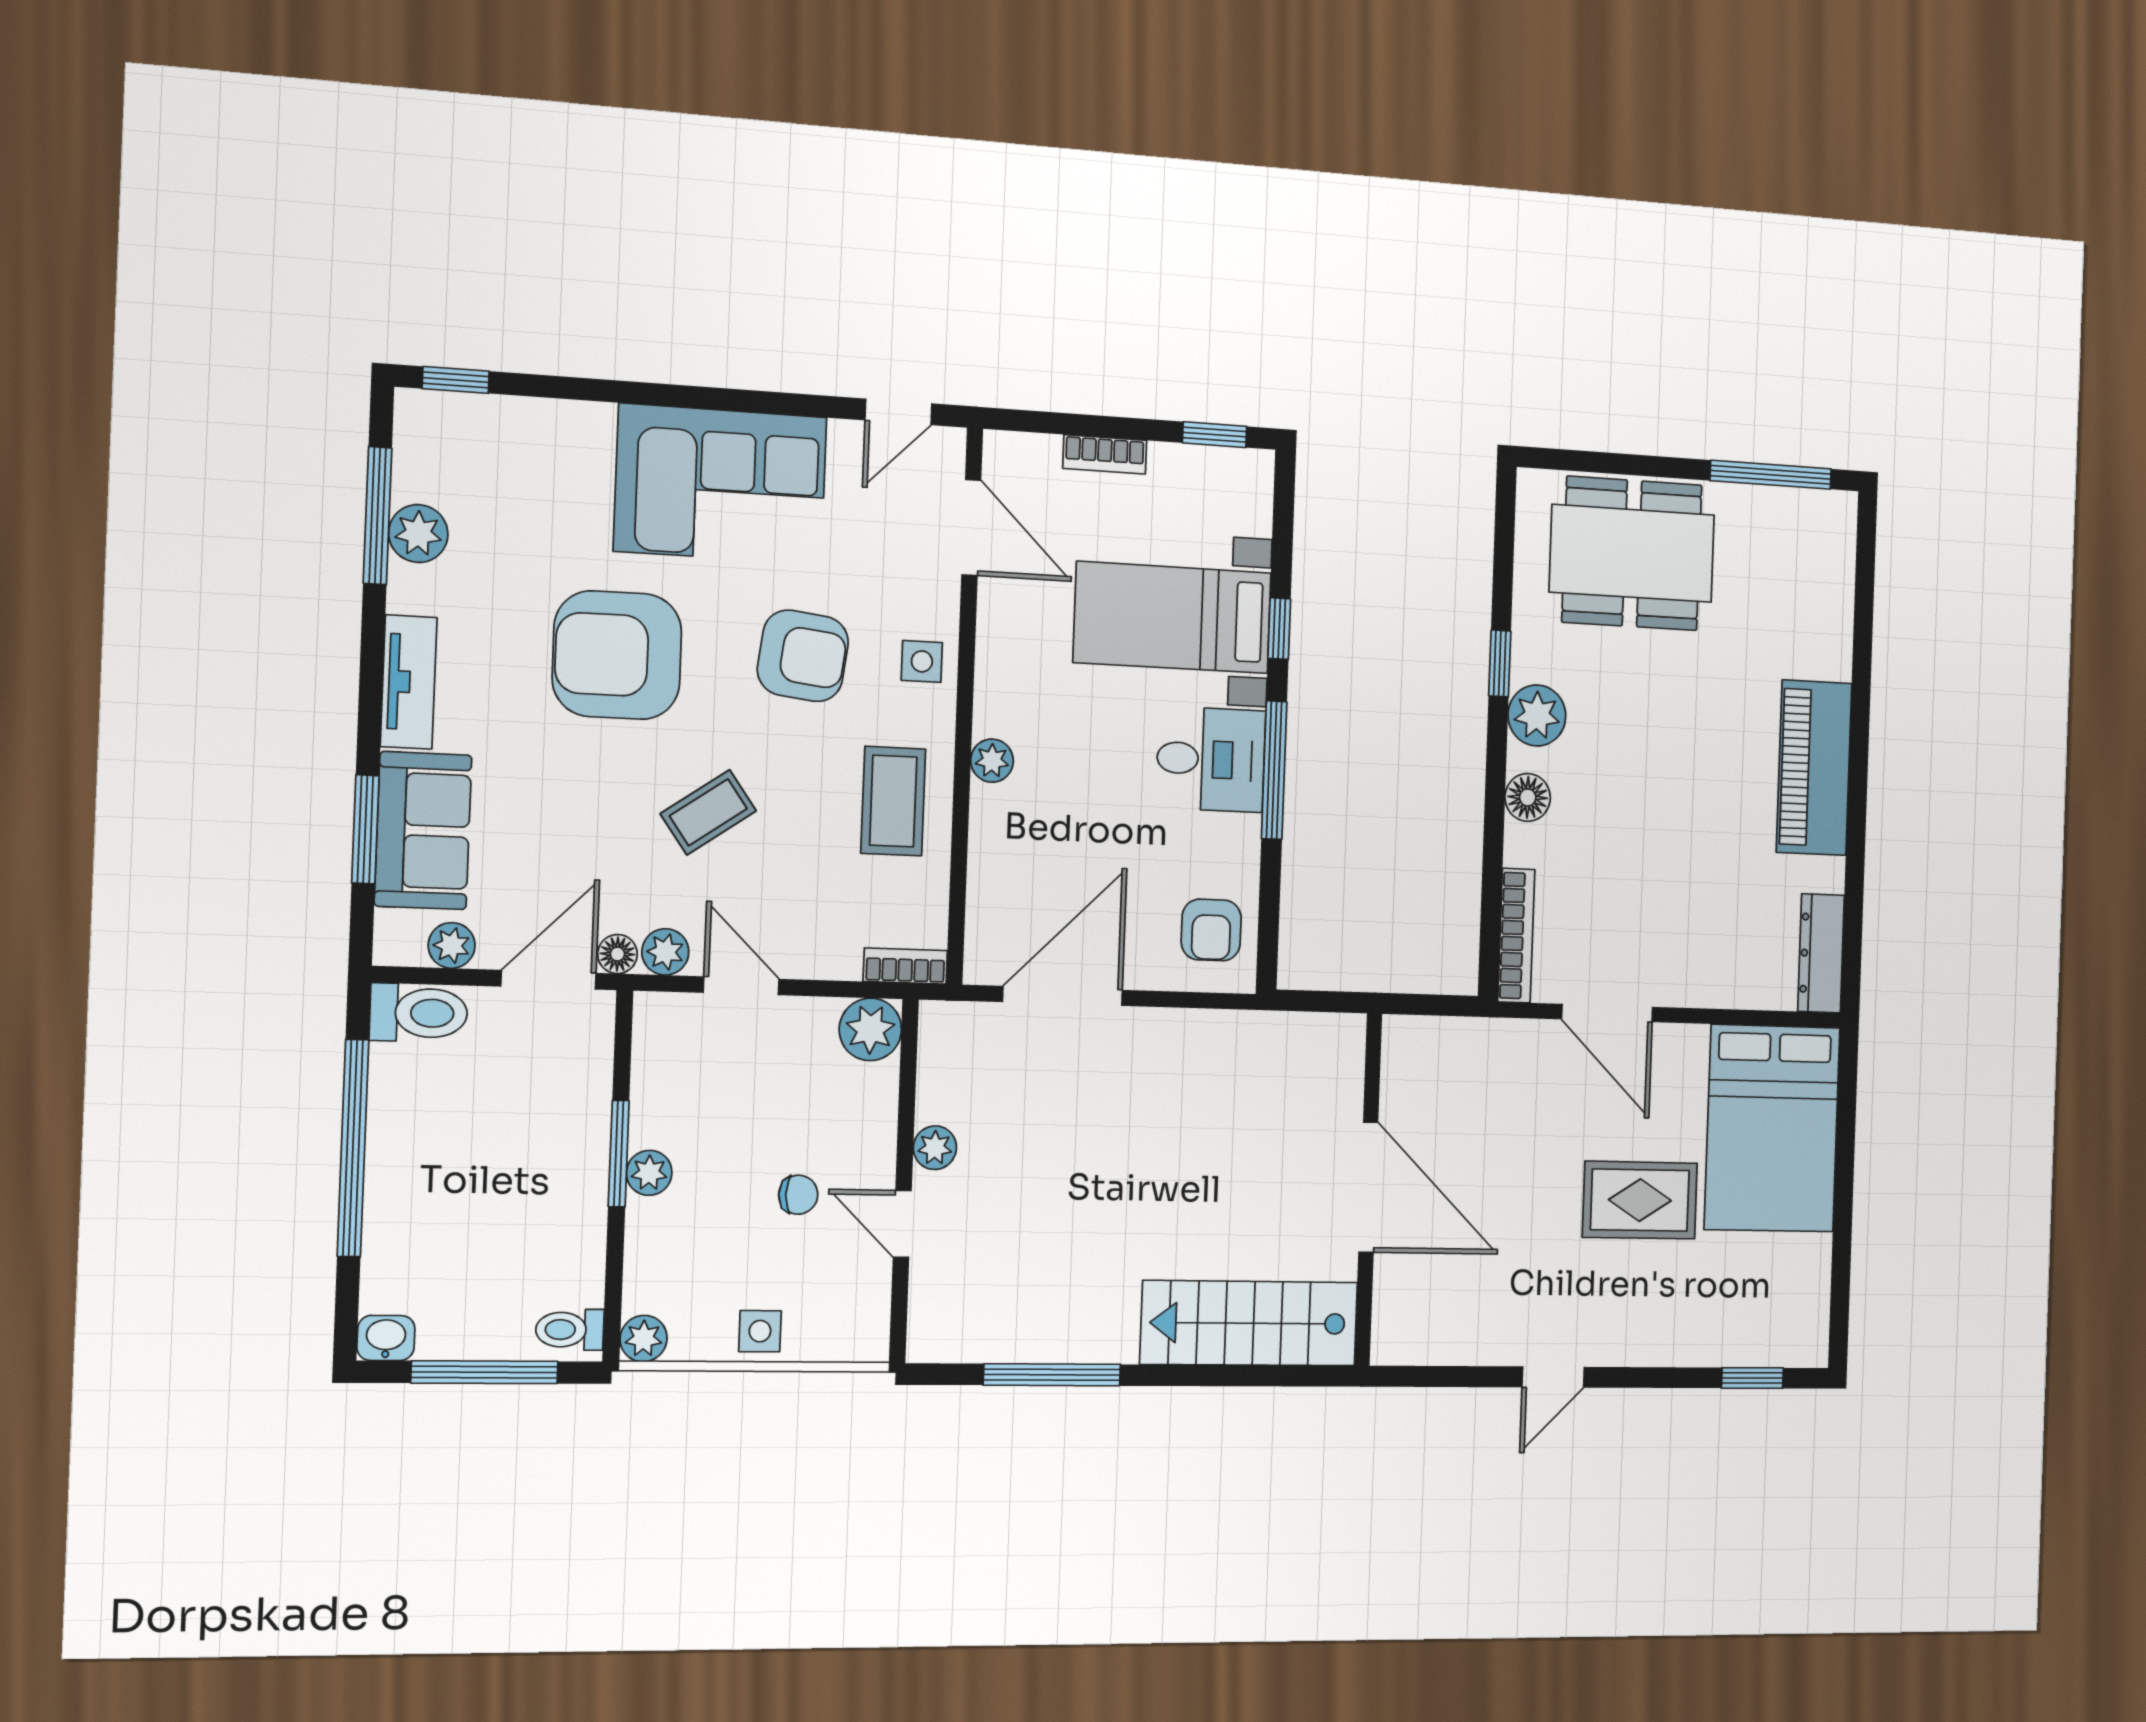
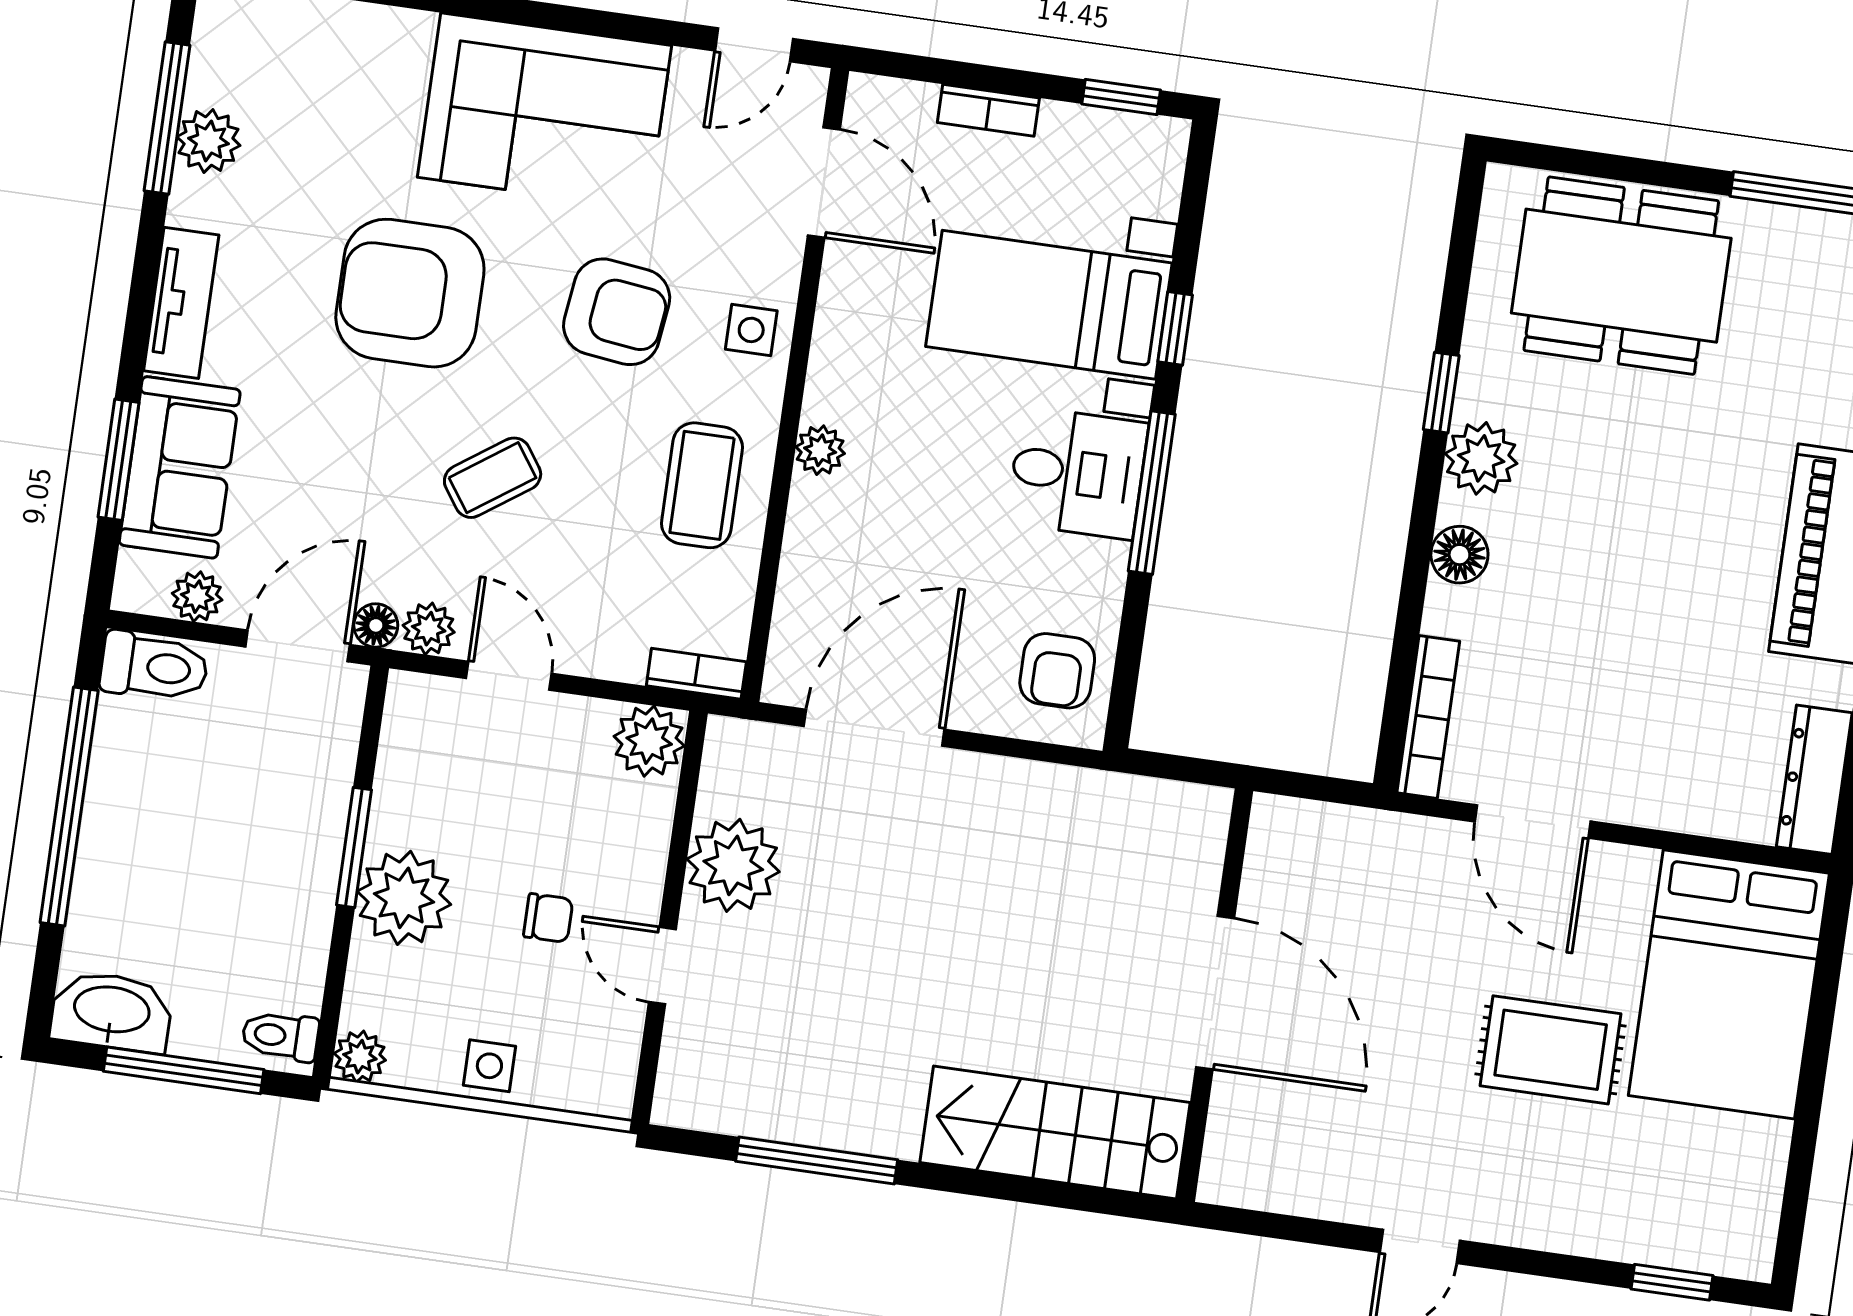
plant: (935, 1148) -> (733, 865), width x1.87, depth x1.87
plant: (649, 1173) -> (404, 898), width x1.87, depth x1.87
washbasin: (386, 1338) -> (112, 1011), width x1.91, depth x1.45

